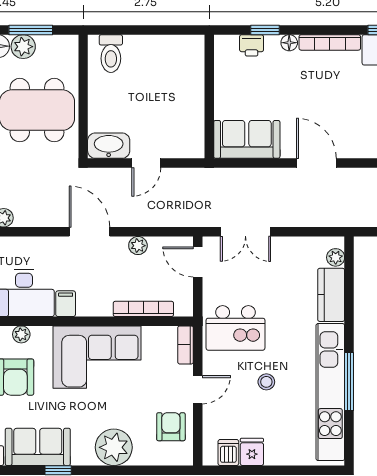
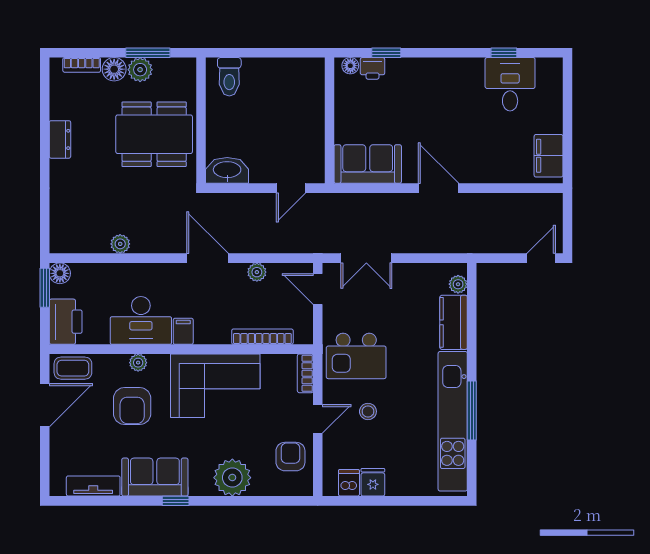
bookcase: (330, 42) -> (452, 65), removed
floor lamp: (289, 43) -> (350, 66), moved
door: (146, 163) -> (291, 188), moved
stool: (266, 382) -> (368, 411), moved

